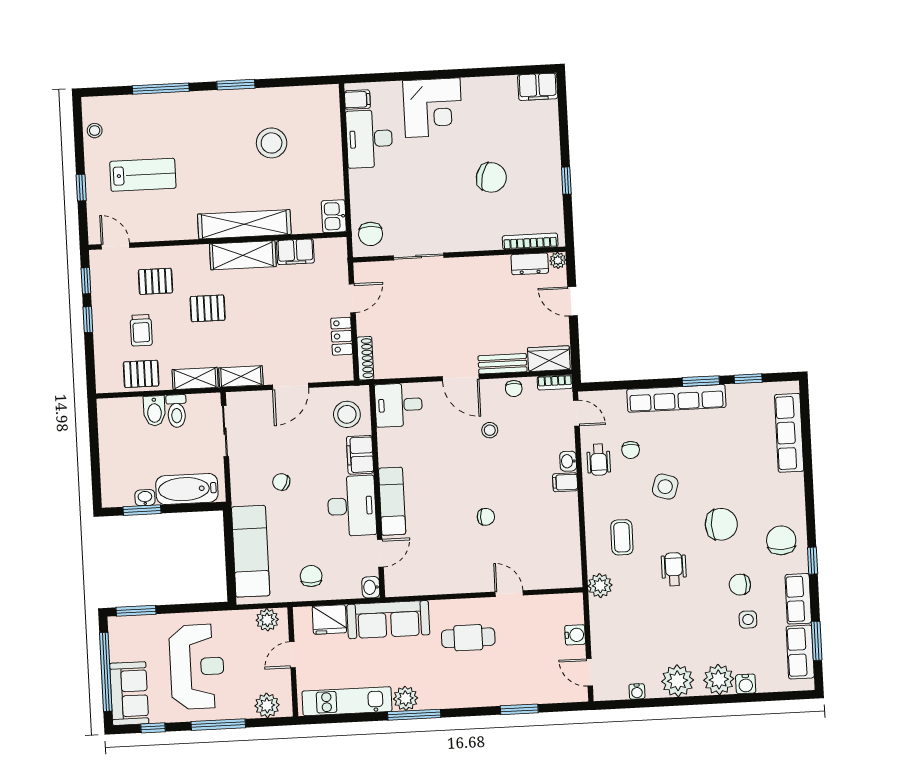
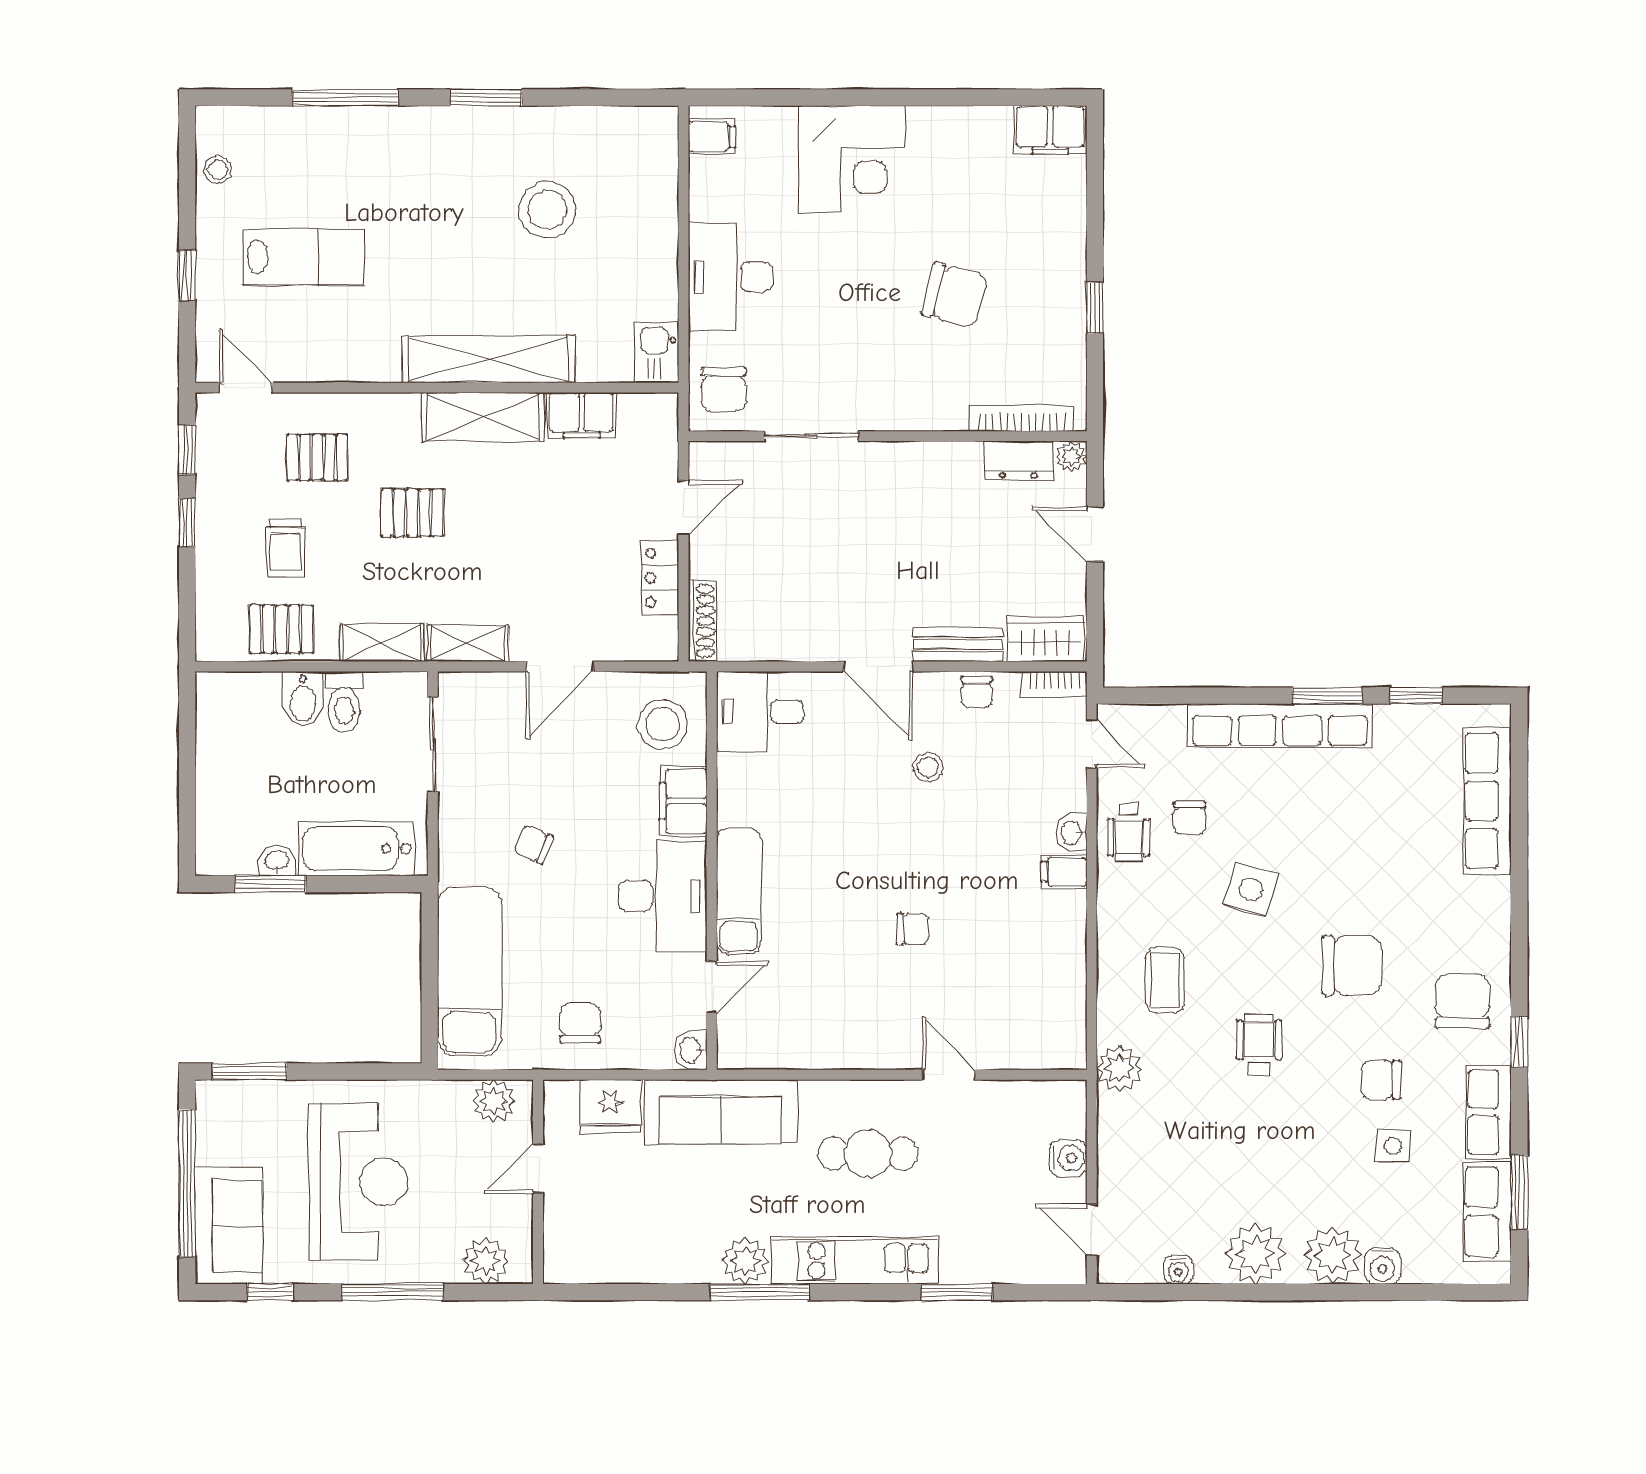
desk: (369, 139) -> (730, 277), moved
kitchen unit: (347, 701) -> (855, 1261), moved

